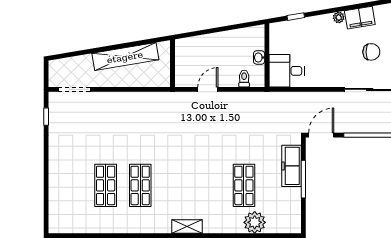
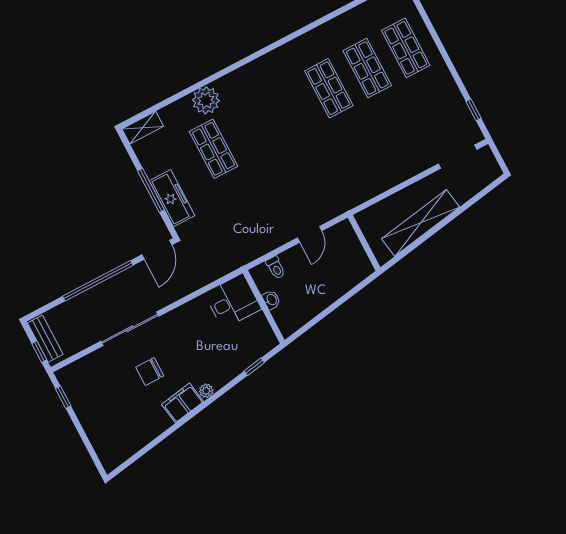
shop shelf: (71, 185) -> (406, 48), added
plant: (255, 222) -> (206, 100), moved
shelving: (187, 226) -> (143, 128), moved

